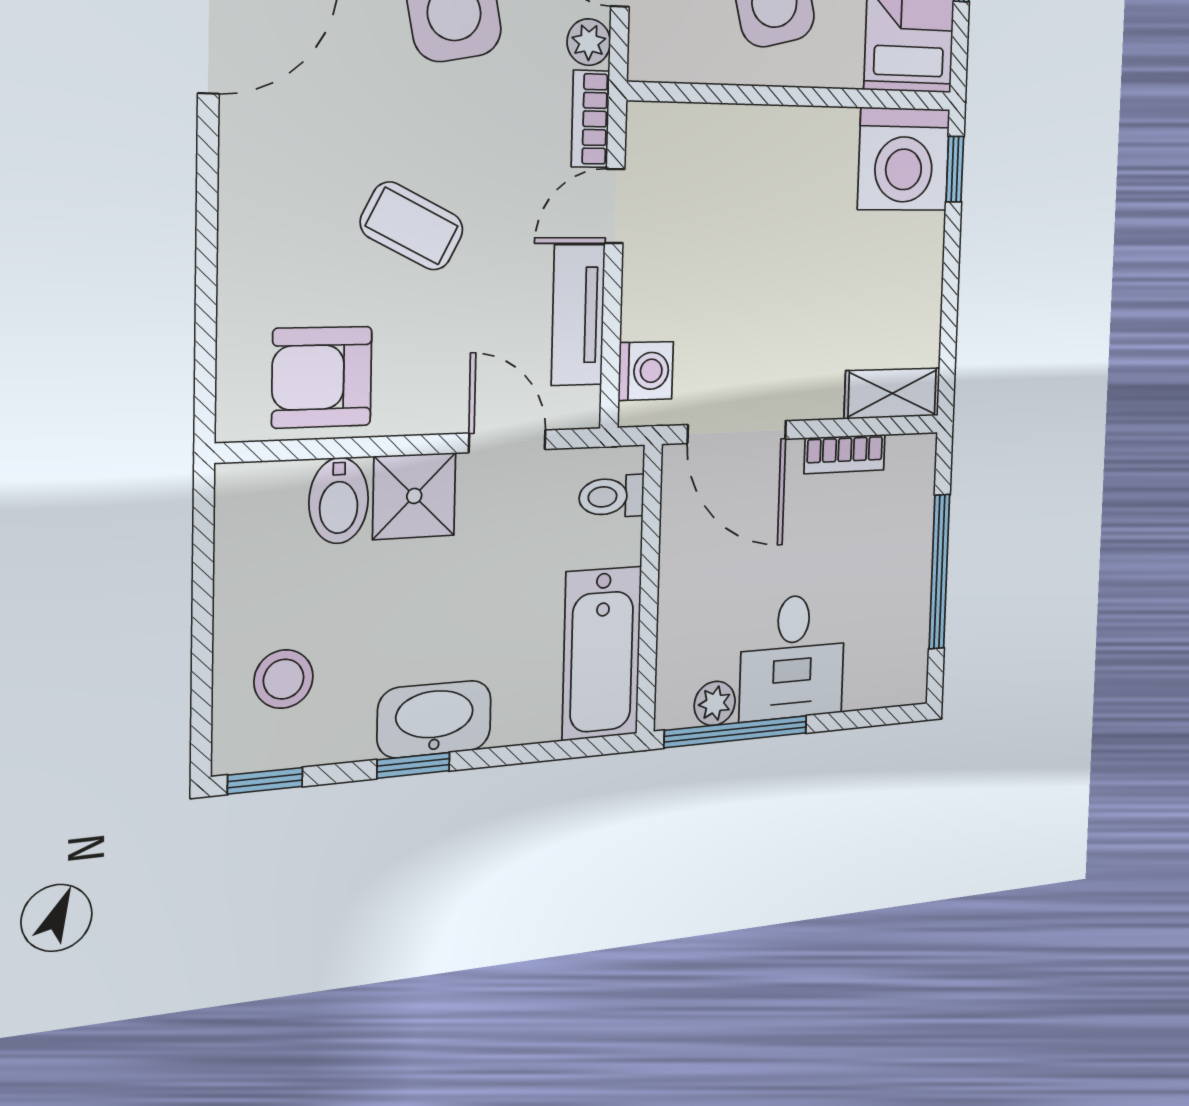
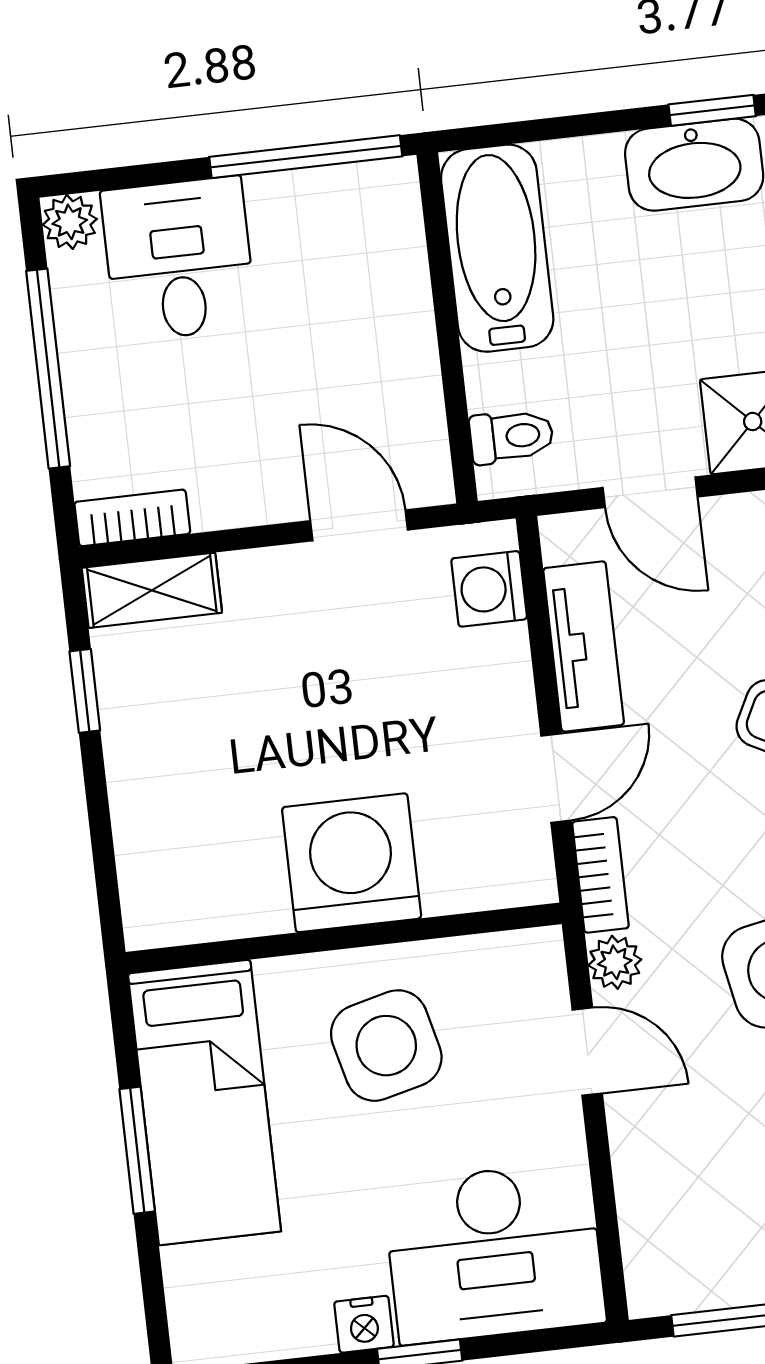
washing machine: (904, 159) -> (352, 863), moved
window: (955, 169) -> (85, 691), moved
door: (737, 432) -> (359, 525), width x0.73
bookcase: (845, 454) -> (132, 518), moved
desk: (792, 657) -> (179, 259), moved
plant: (715, 703) -> (70, 222), moved

